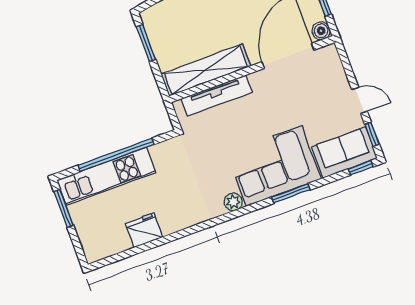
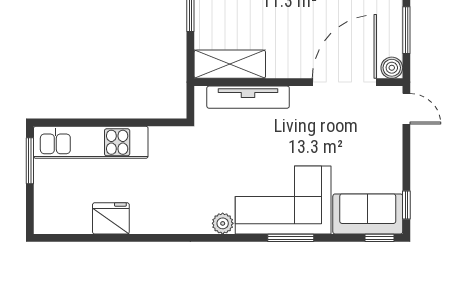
shelving: (206, 70) -> (230, 64), width x0.68
door: (360, 100) -> (406, 109), moved
window: (116, 155) -> (111, 122), removed

